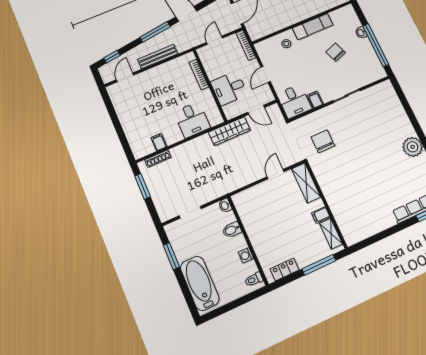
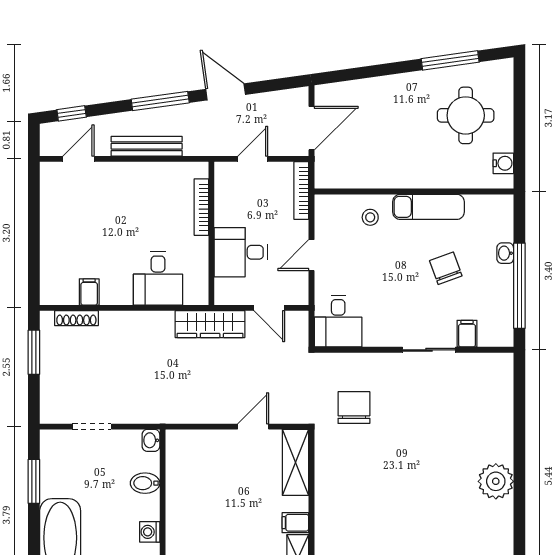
filing cabinet: (315, 100) -> (467, 334), moved

